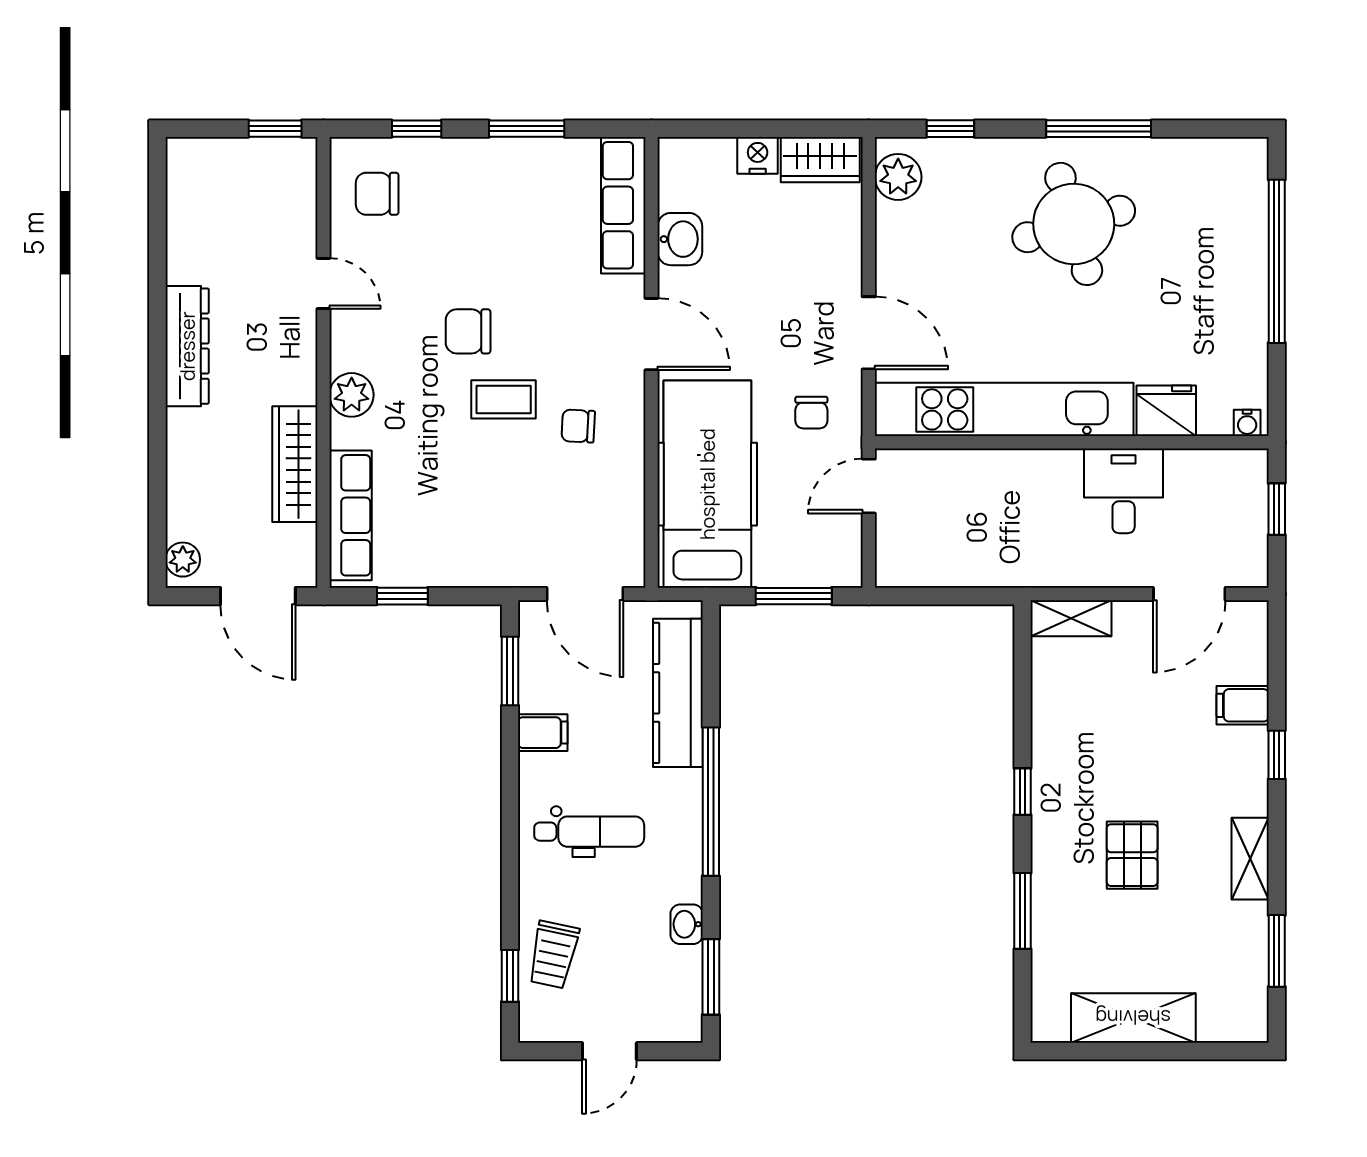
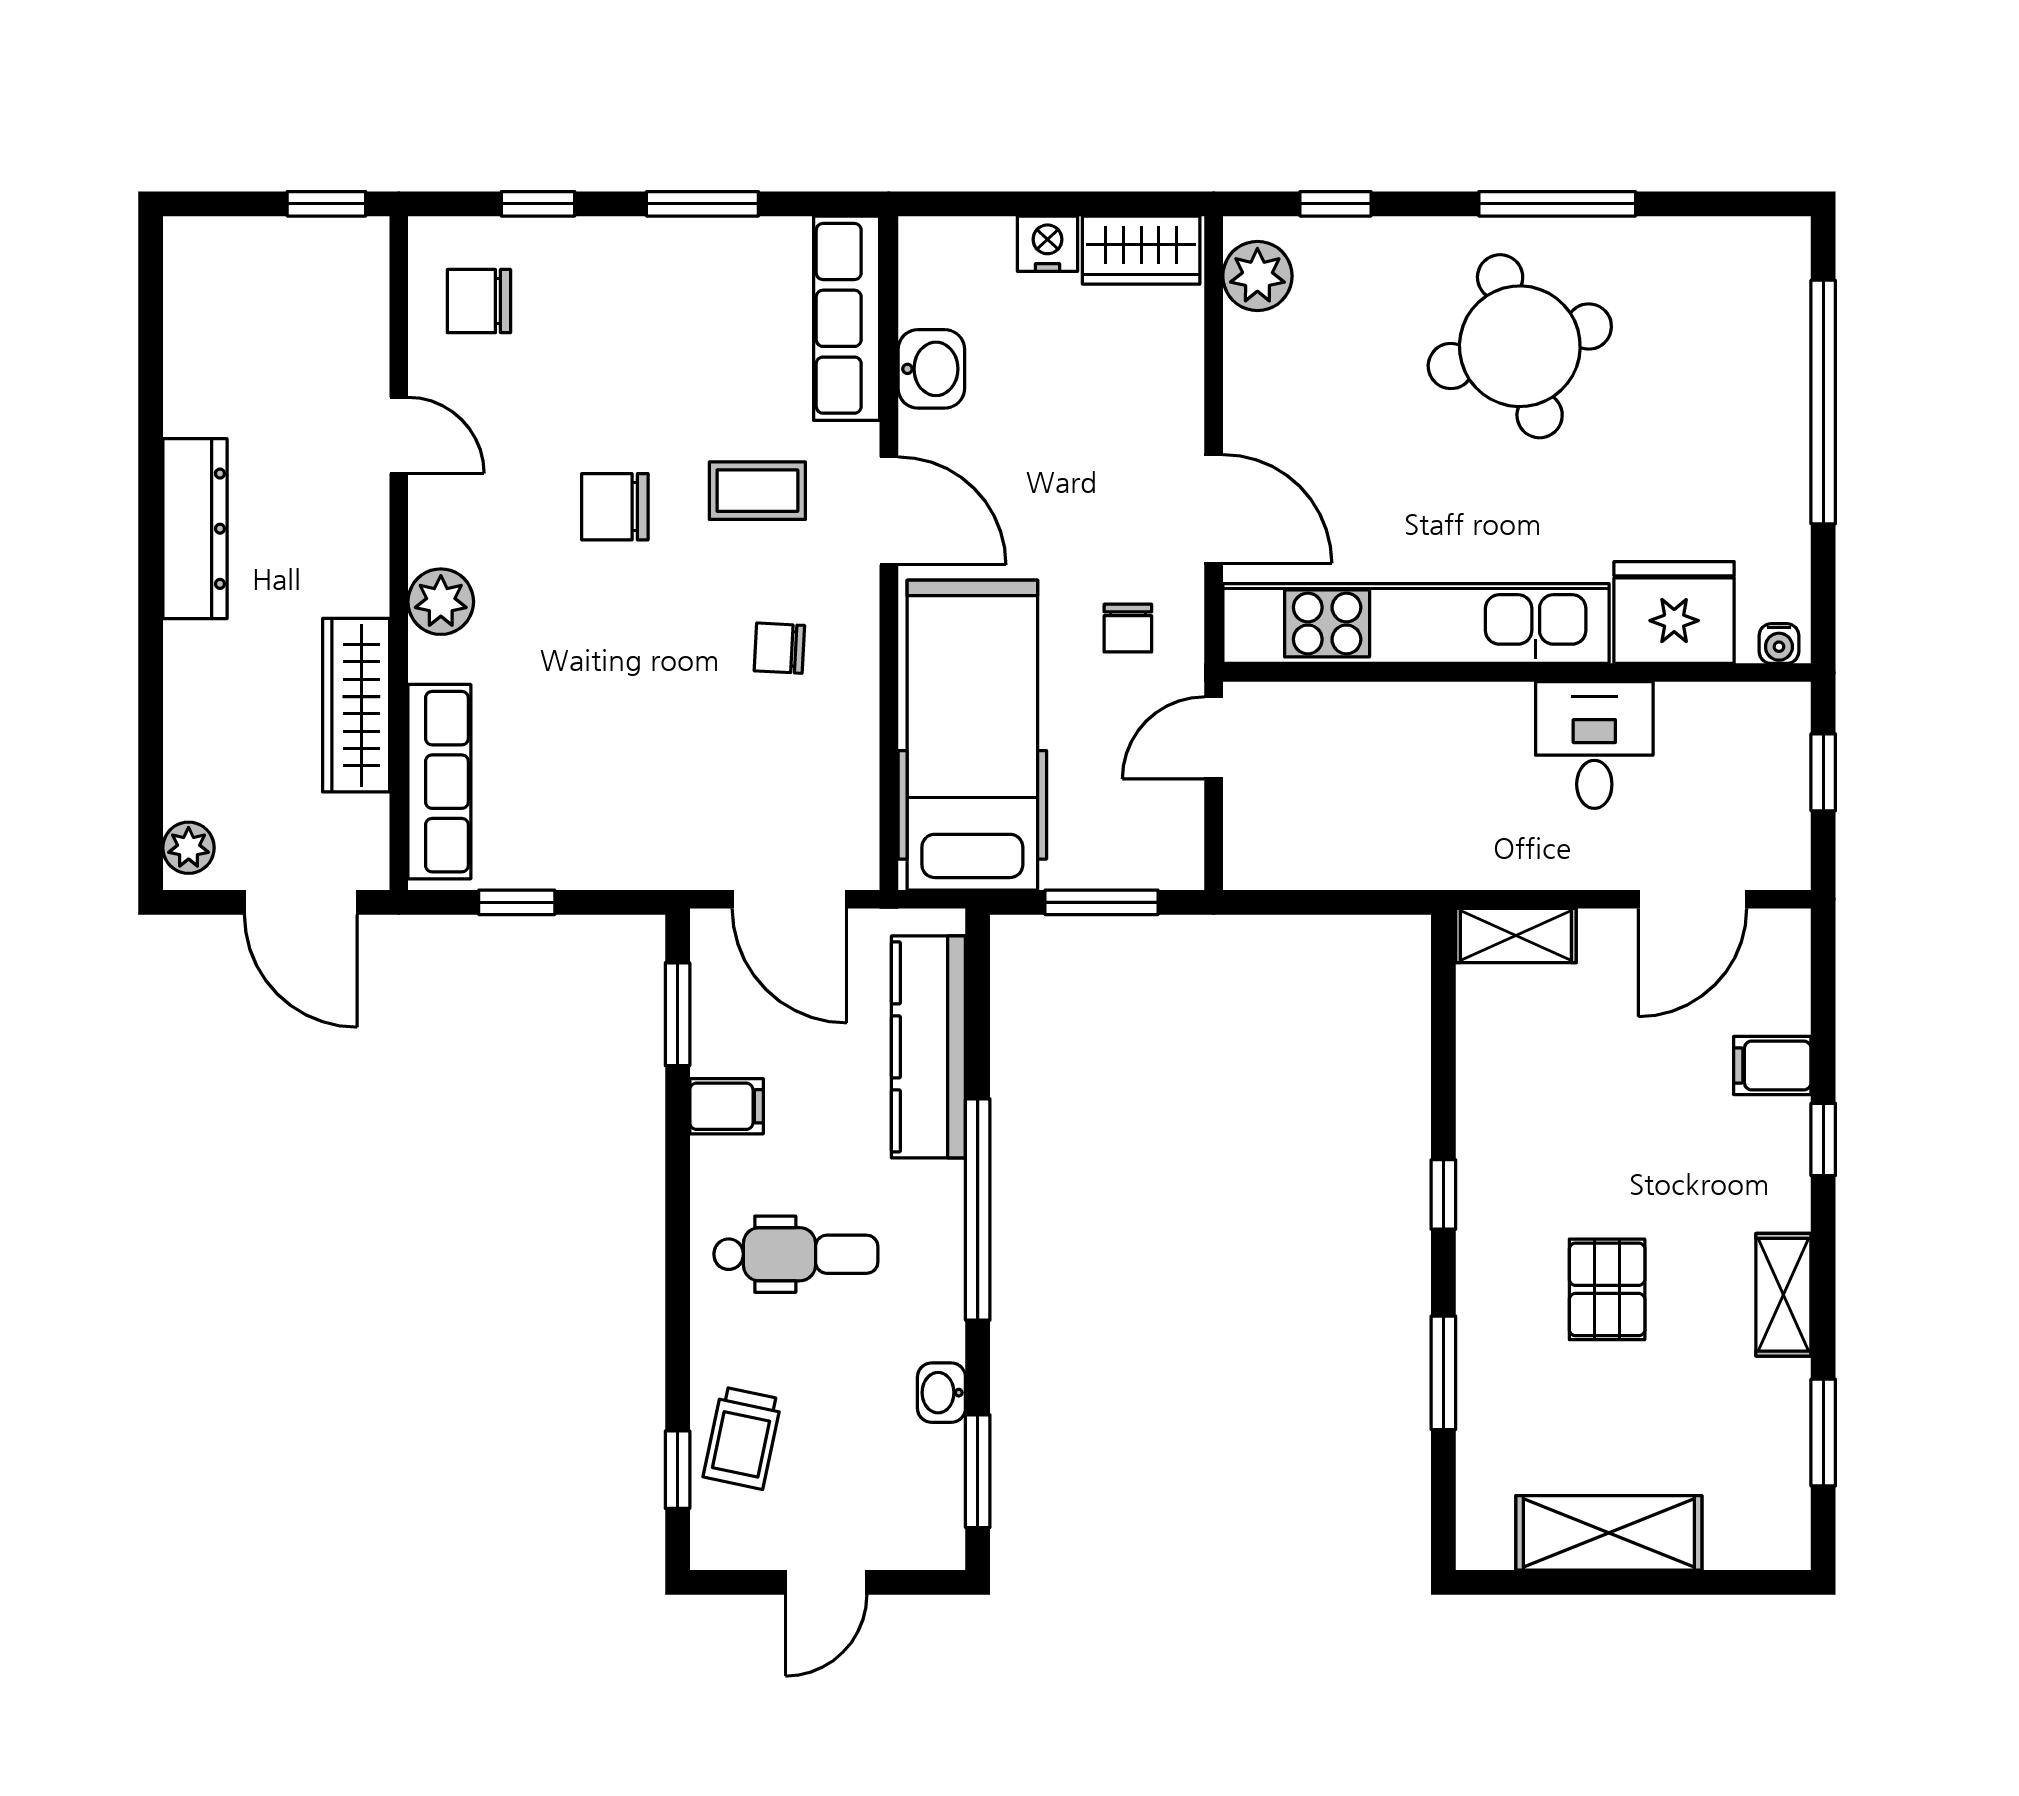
coffee table: (504, 399) -> (757, 491), moved
fridge: (1166, 411) -> (1674, 612), width x1.36, depth x1.34

